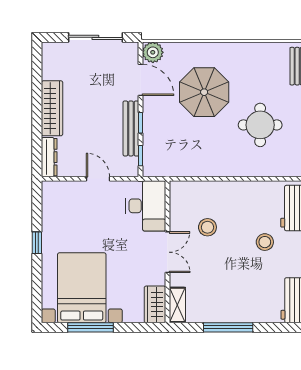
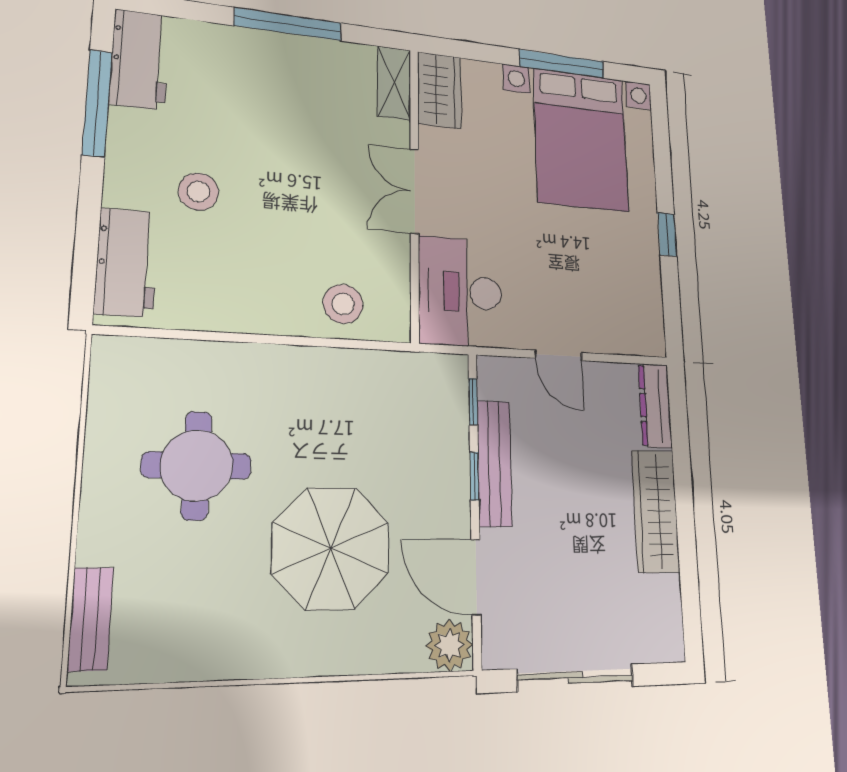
stool: (207, 227) -> (343, 304), moved

